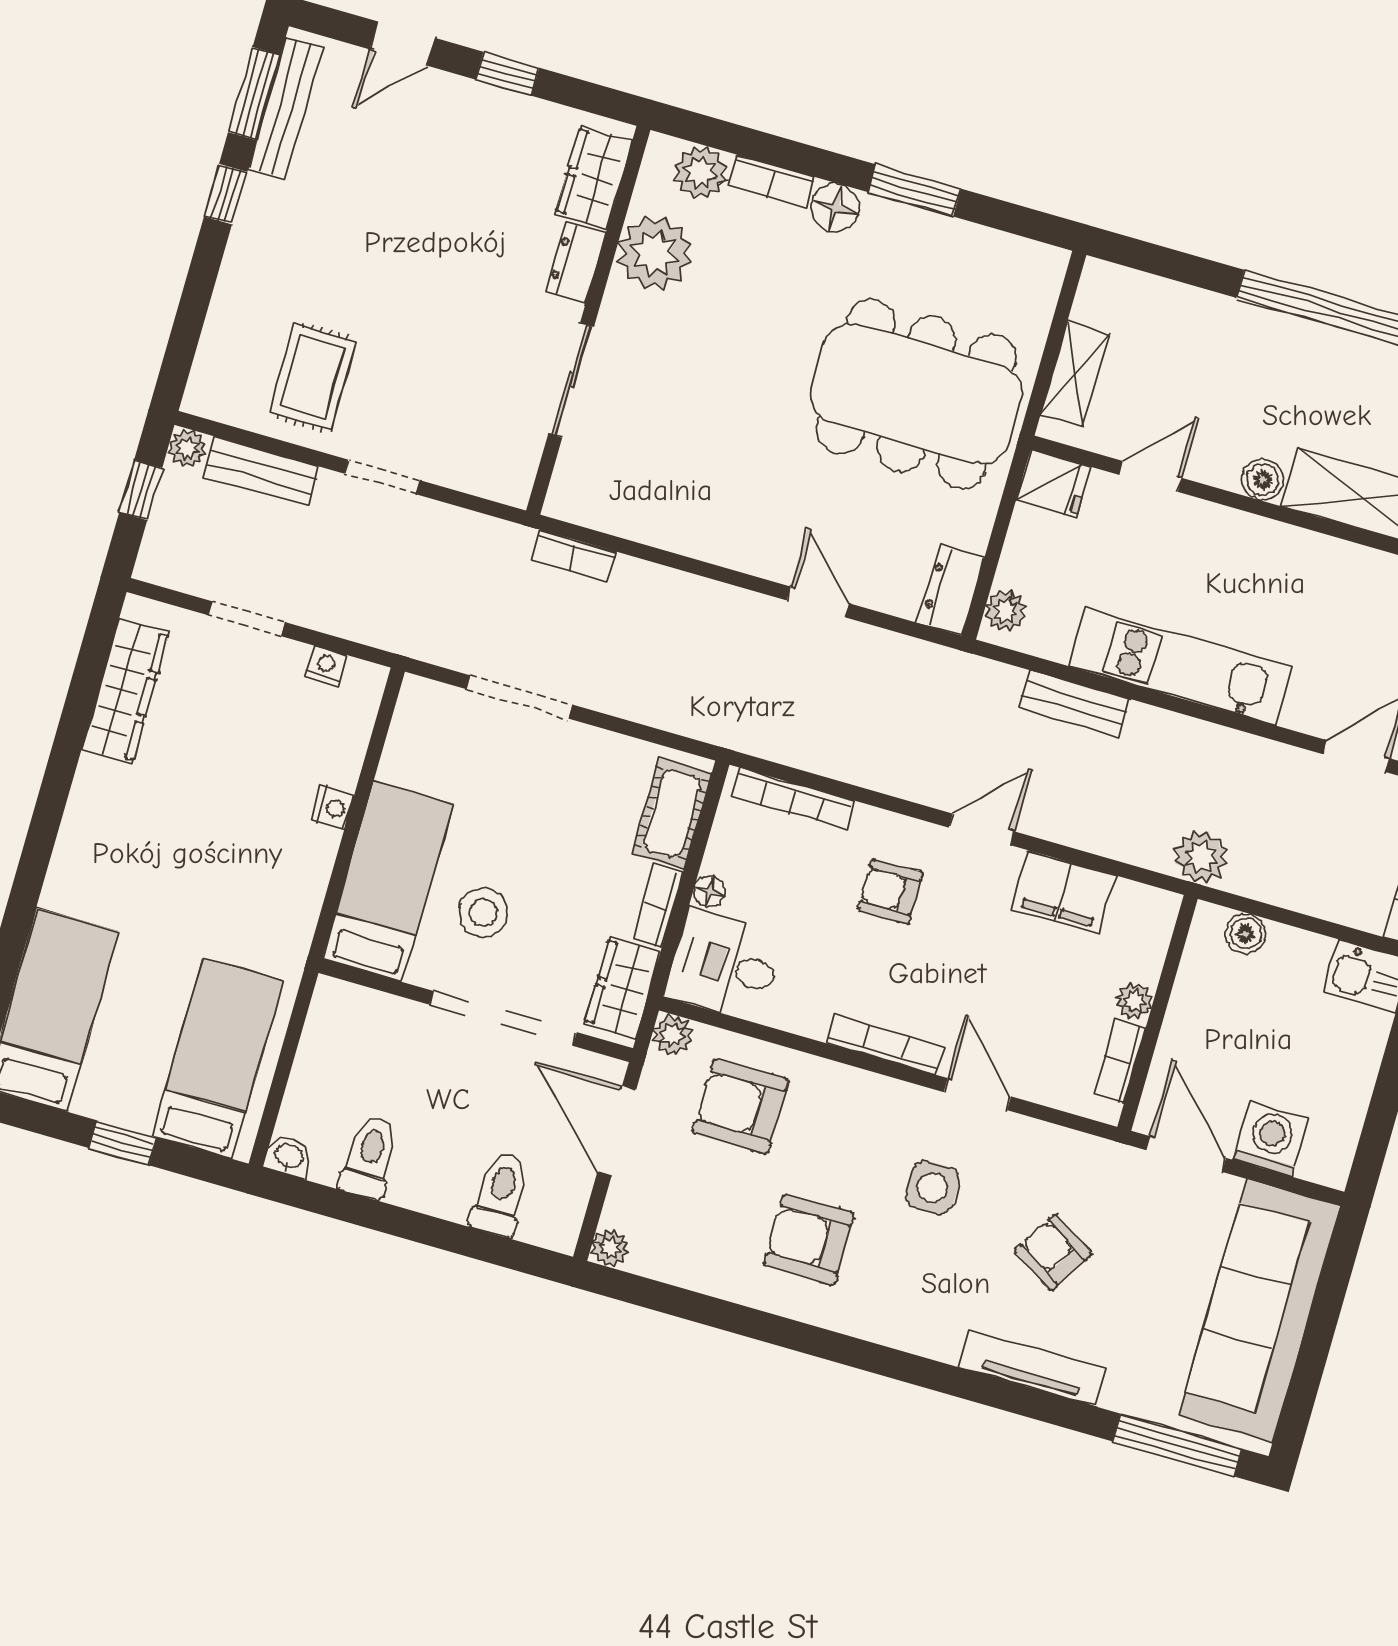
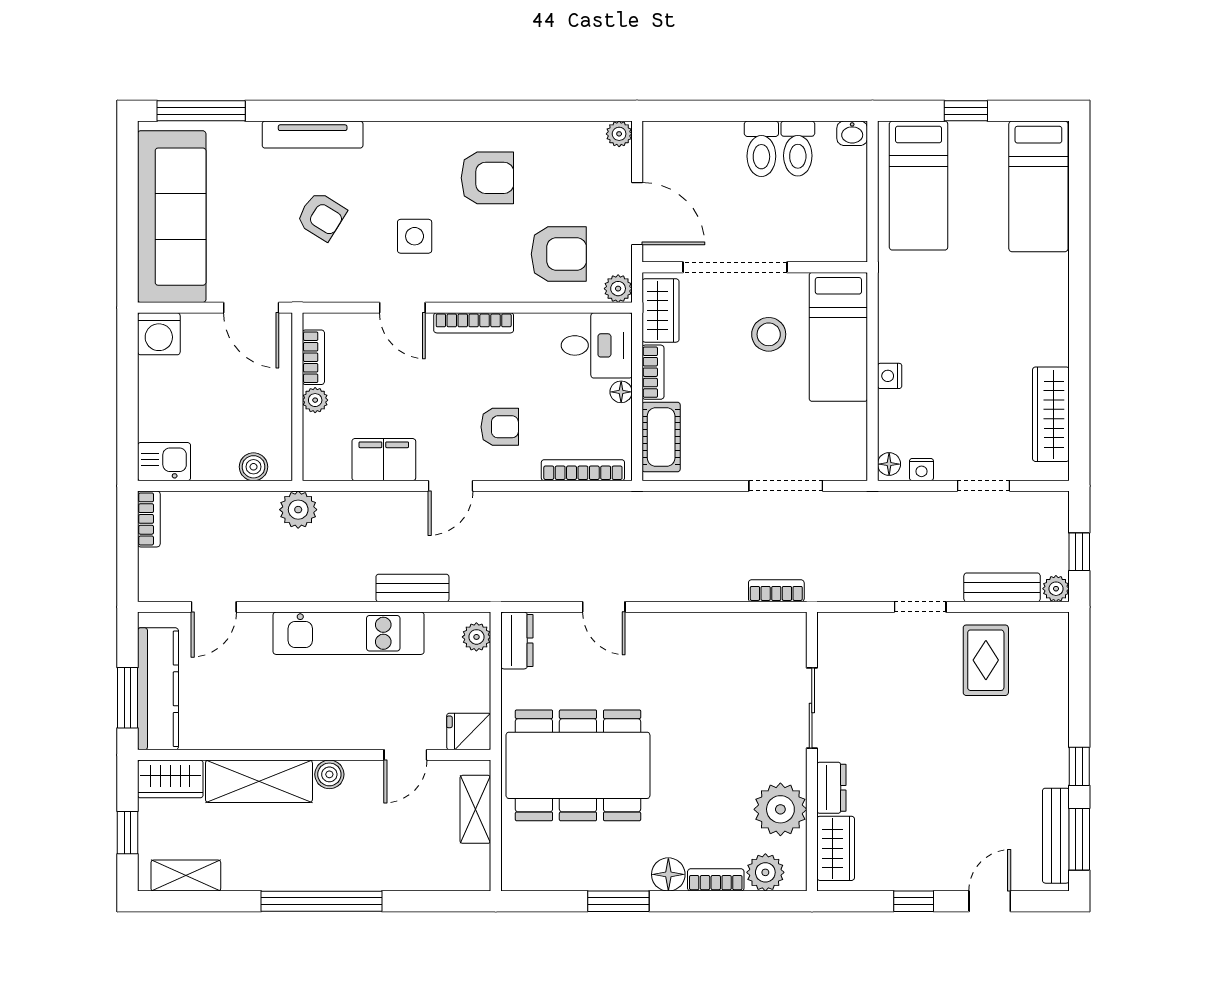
floor lamp: (368, 686) -> (889, 464), added
washing machine: (1271, 1139) -> (159, 334), moved
toilet: (500, 1194) -> (761, 149), moved

